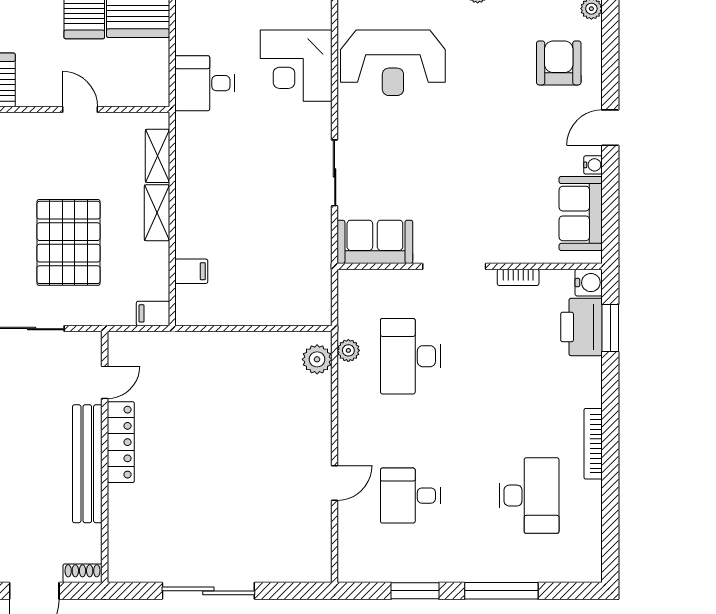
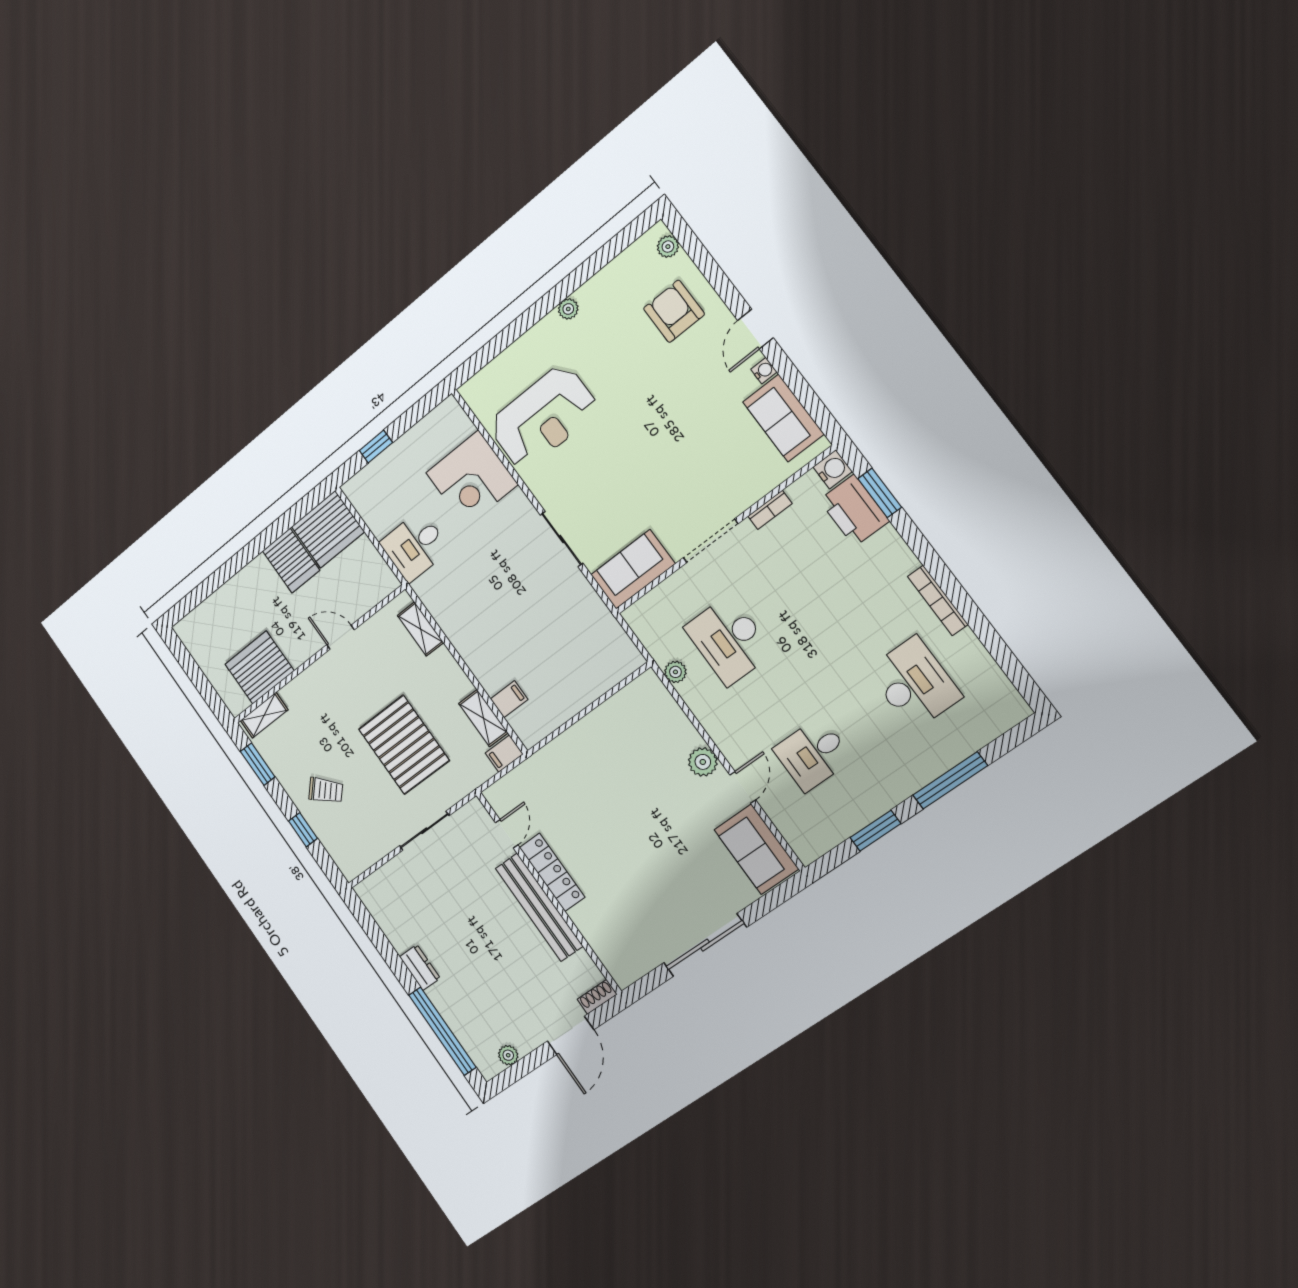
shelving: (157, 213) -> (483, 718), moved
plant: (317, 359) -> (703, 762), moved
sofa: (309, 541) -> (756, 849), added

